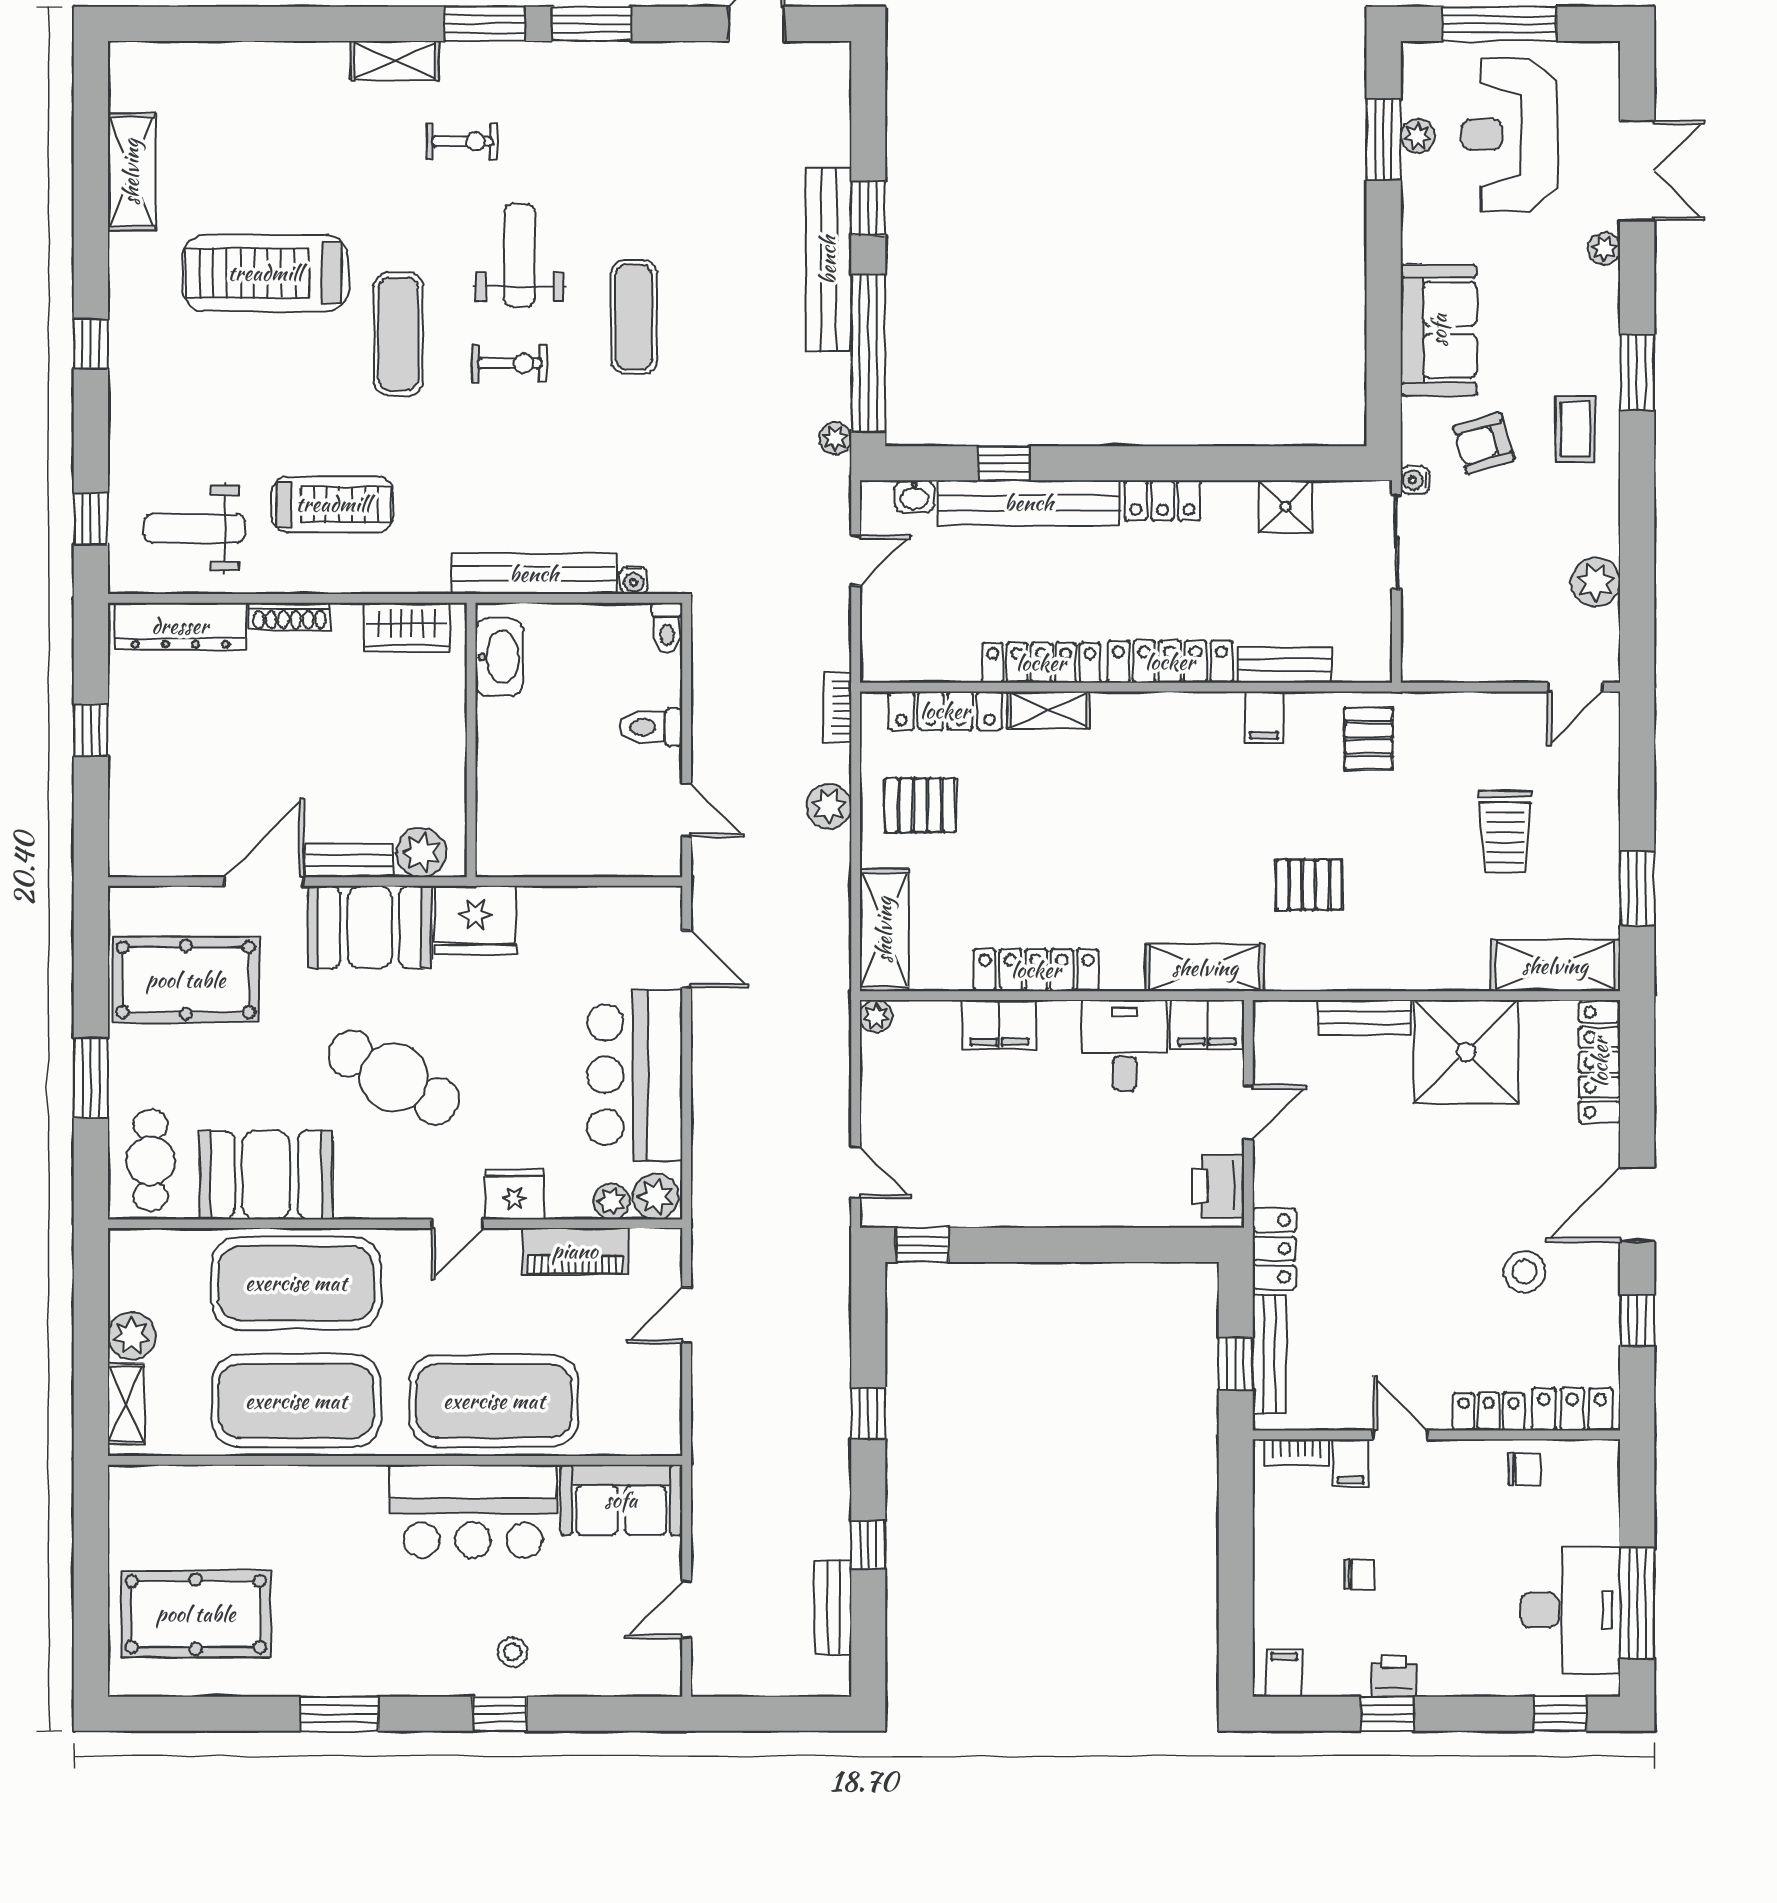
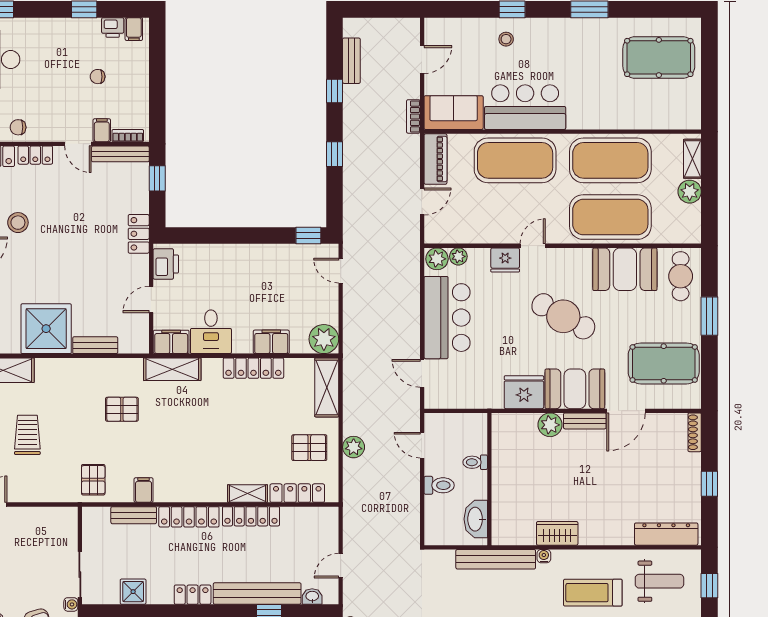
water cooler: (634, 580) -> (544, 556), moved
shoe rack: (290, 616) -> (695, 432), moved, turned -90
toilet: (667, 628) -> (475, 462), moved, turned -90
washbasin: (499, 657) -> (476, 519), moved
bookcase: (837, 707) -> (413, 116), moved, turned 180
wall: (471, 740) -> (489, 479), moved
plant: (876, 1016) -> (324, 339), width x1.88, depth x1.88
piano: (575, 1251) -> (435, 159), moved, turned 90
bench: (1269, 1354) -> (120, 154), moved, turned 90
printer: (1394, 1676) -> (113, 27), moved

